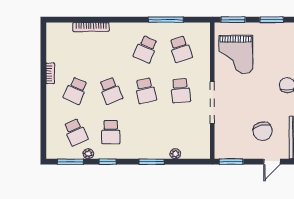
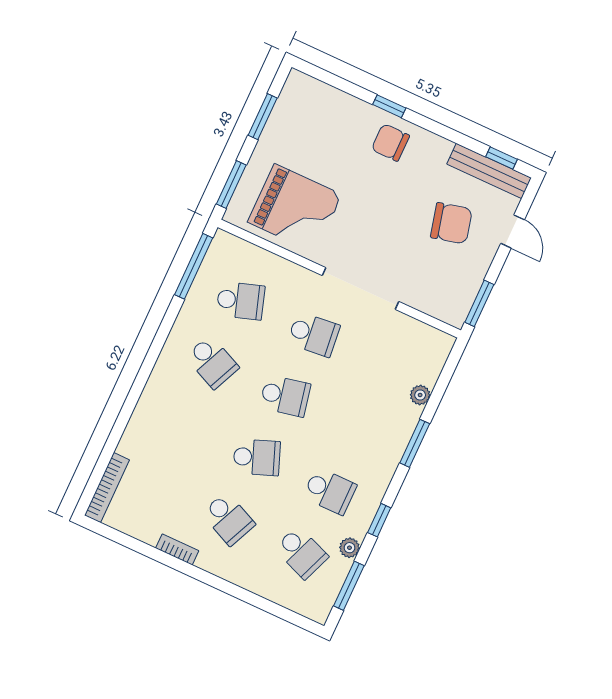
window: (166, 20) -> (194, 266), moved
bookcase: (91, 27) -> (107, 488), moved
school desk: (76, 132) -> (301, 553), turned 45

